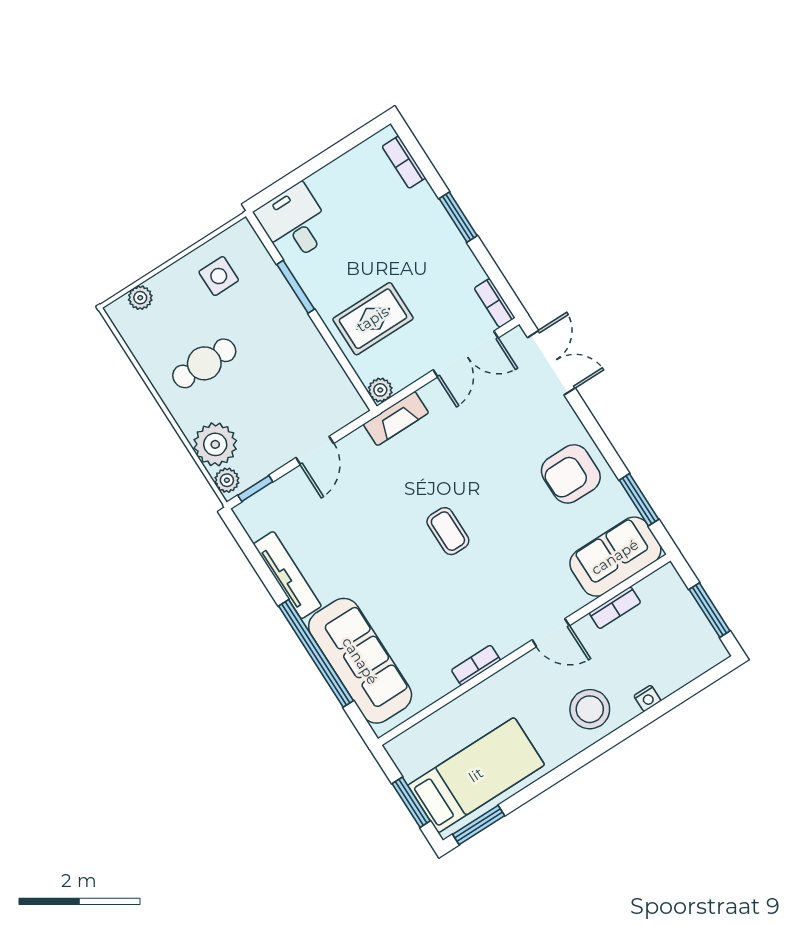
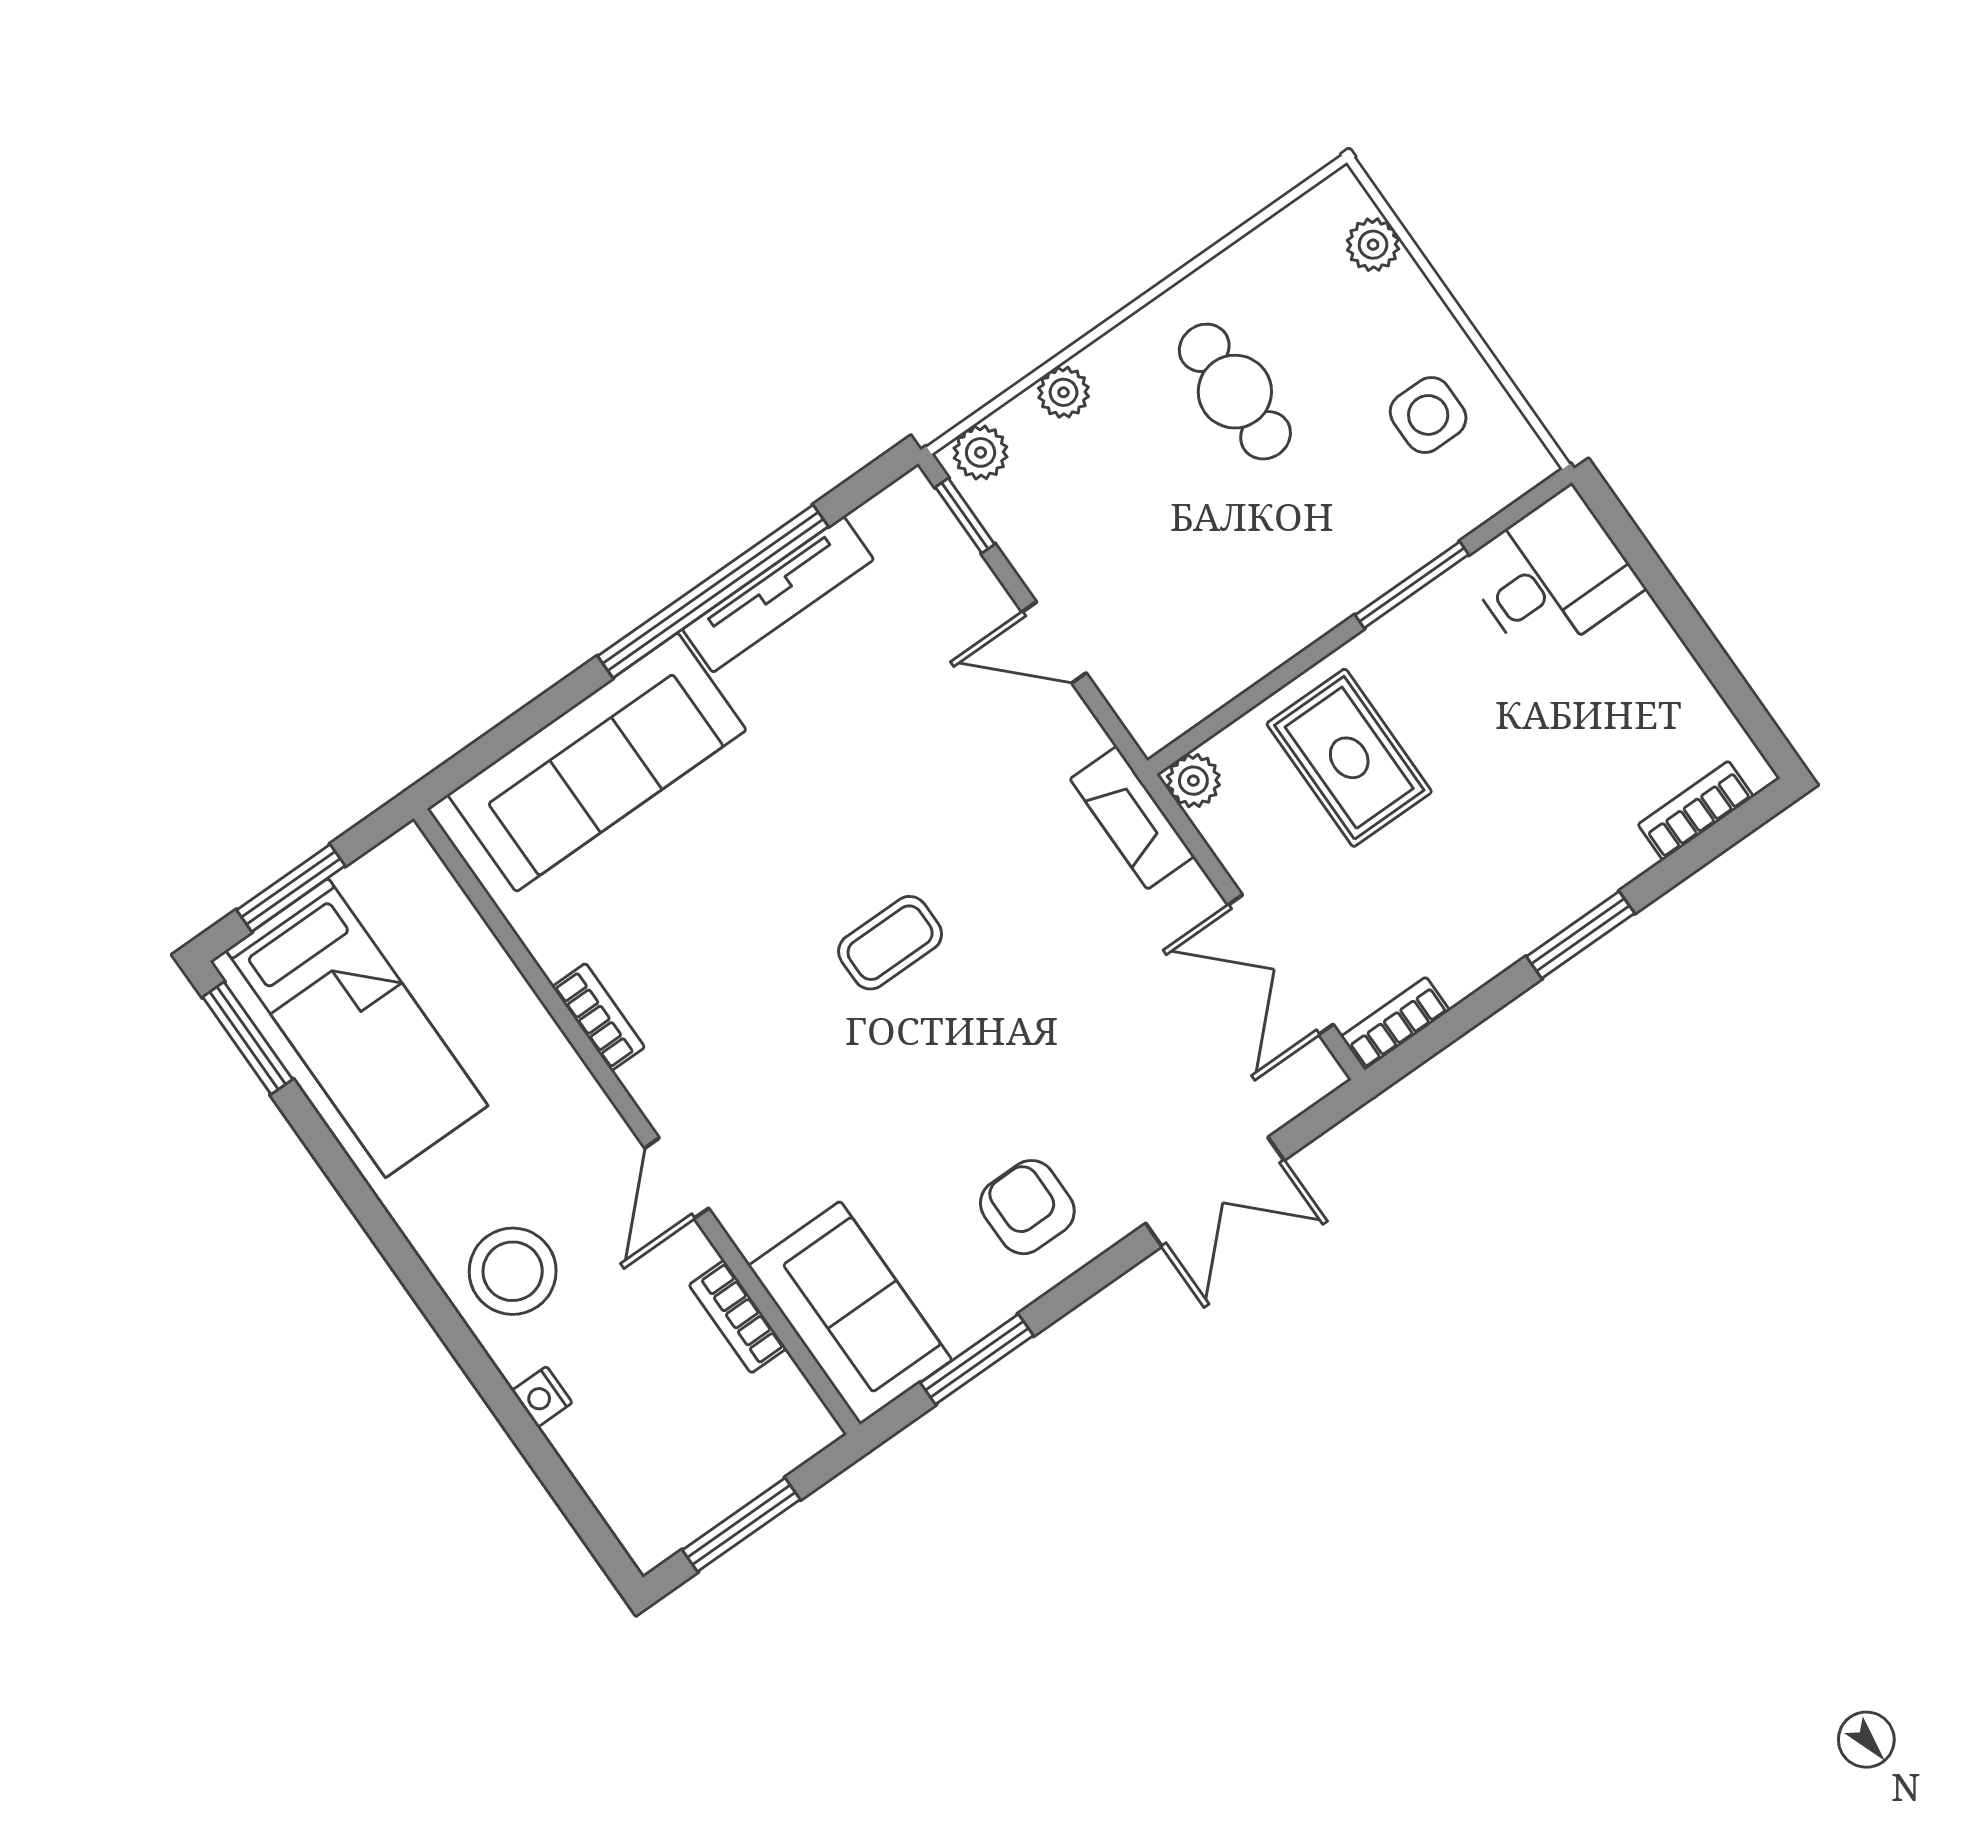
double door: (551, 363) -> (1215, 1192), moved
plant: (215, 444) -> (1063, 392), width x0.53, depth x0.53
armchair: (571, 474) -> (1027, 1207), width x0.72, depth x0.72
window: (316, 653) -> (713, 591), moved

